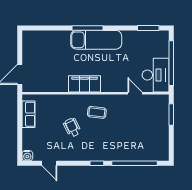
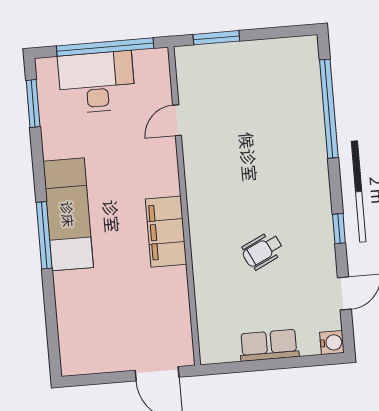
desk: (156, 75) -> (97, 82), moved
coffee table: (97, 112) -> (225, 200), removed
row of seats: (29, 114) -> (269, 345), moved
window: (97, 163) -> (339, 229), moved

